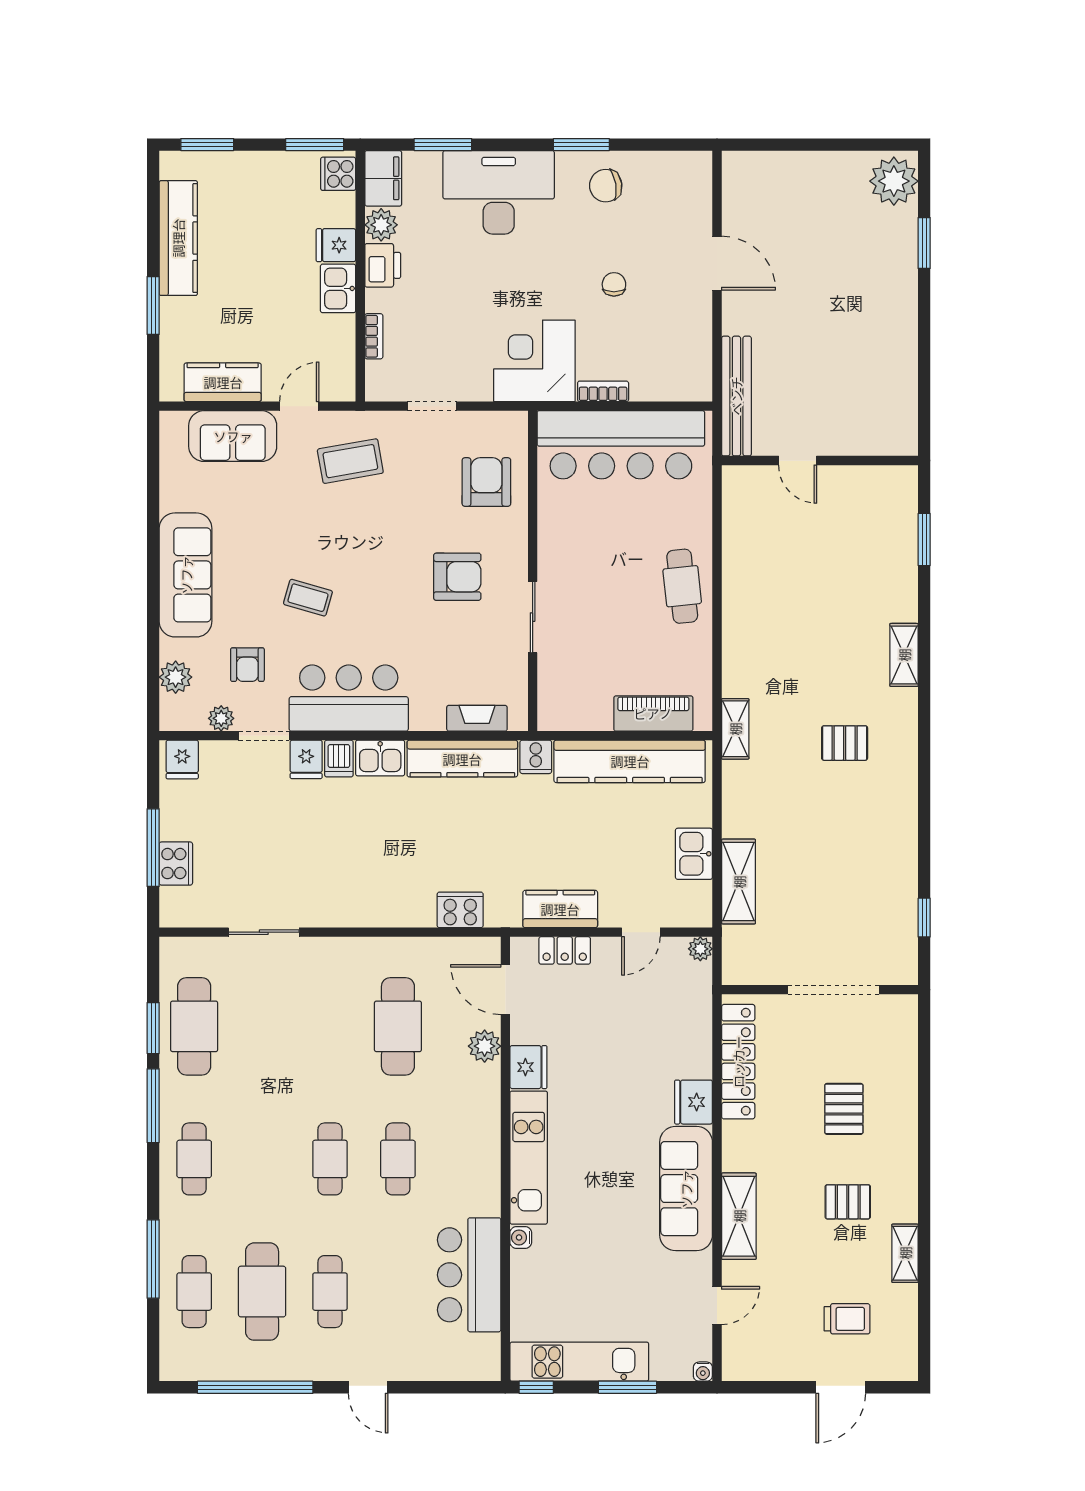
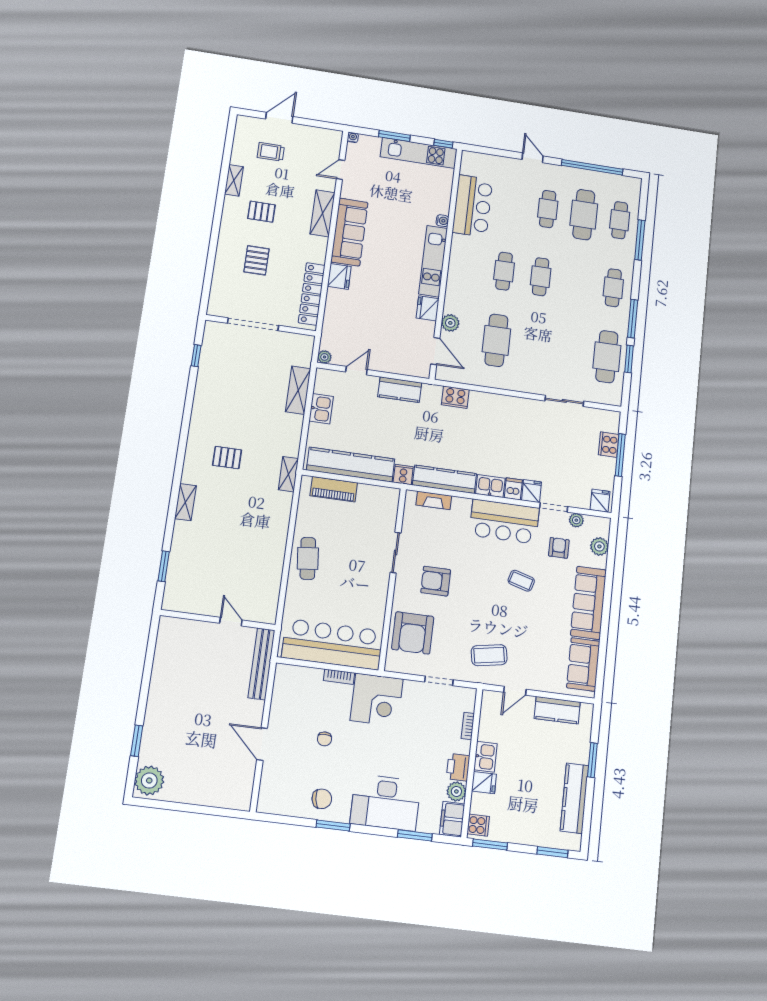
sofa: (233, 436) -> (583, 664), moved, turned -90
armchair: (486, 482) -> (413, 633), width x1.36, depth x1.36
locker: (565, 950) -> (400, 367), removed

